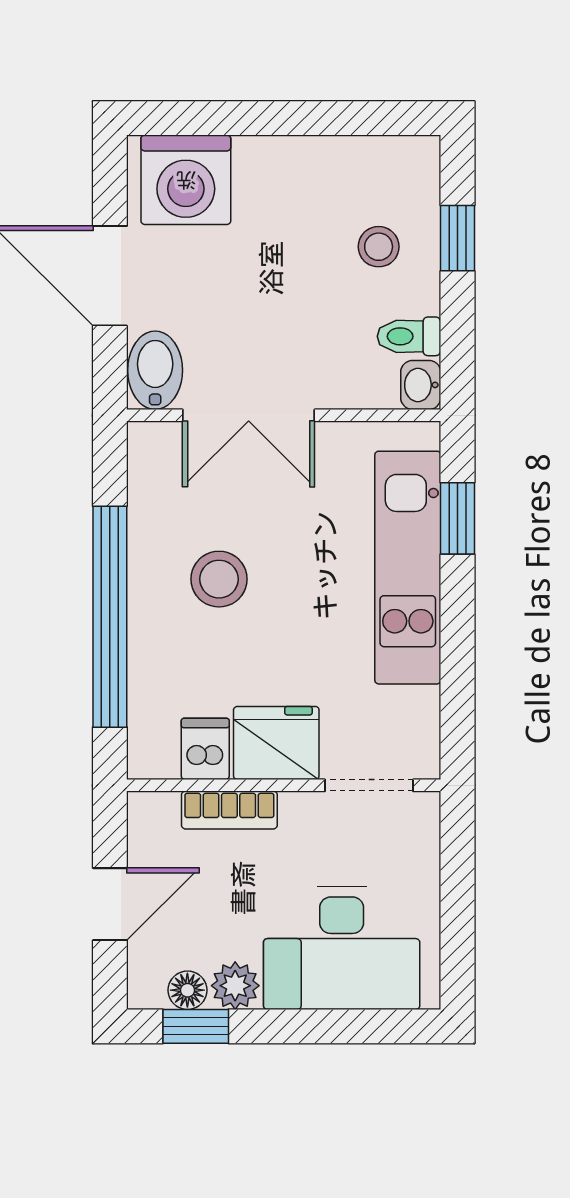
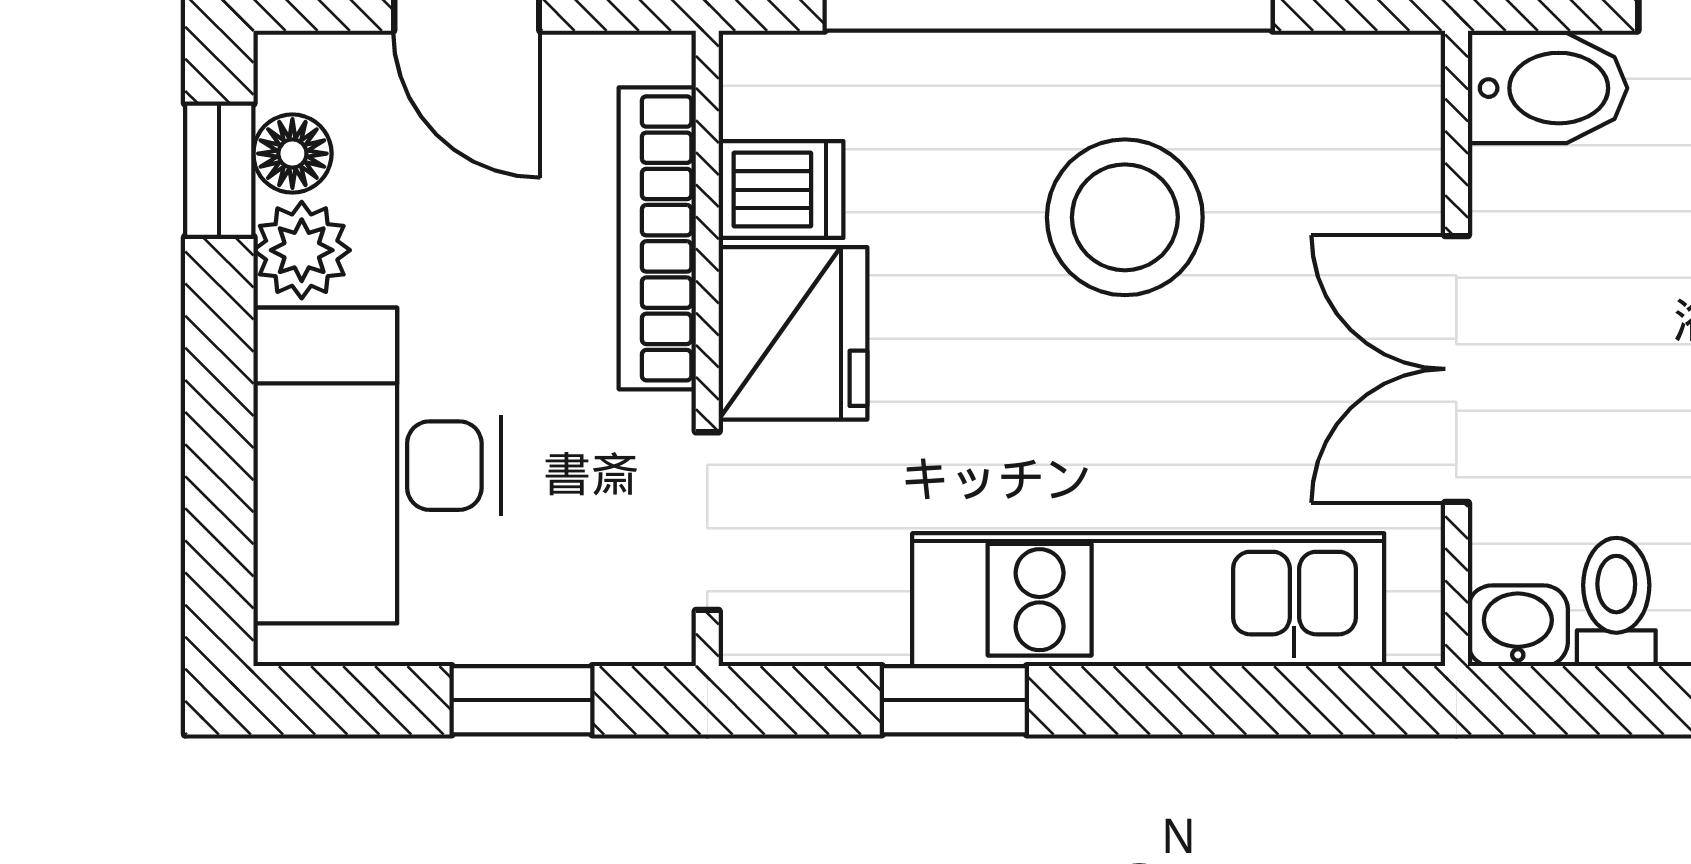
double door: (249, 415) -> (1456, 369), moved
window: (457, 518) -> (954, 700), moved
stool: (219, 579) -> (1125, 217), width x1.38, depth x1.38
bookcase: (229, 810) -> (657, 238), width x1.56
window: (457, 877) -> (522, 700), added

